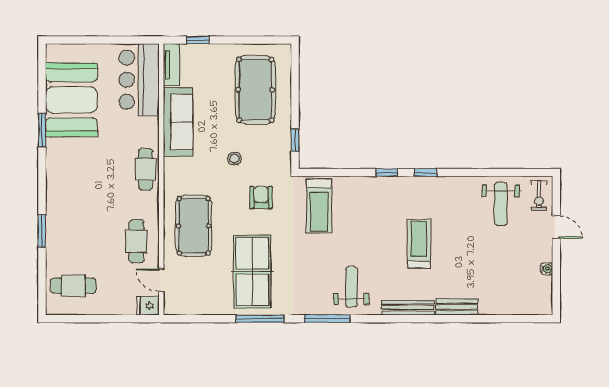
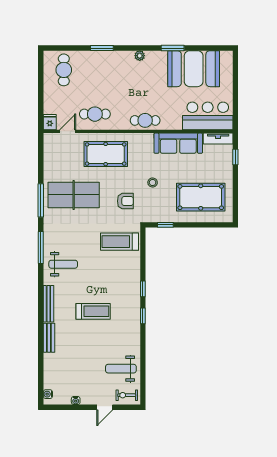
plant: (53, 177) -> (140, 56), added
water cooler: (537, 309) -> (48, 394), added

